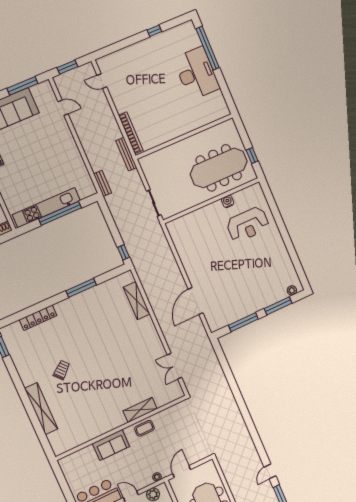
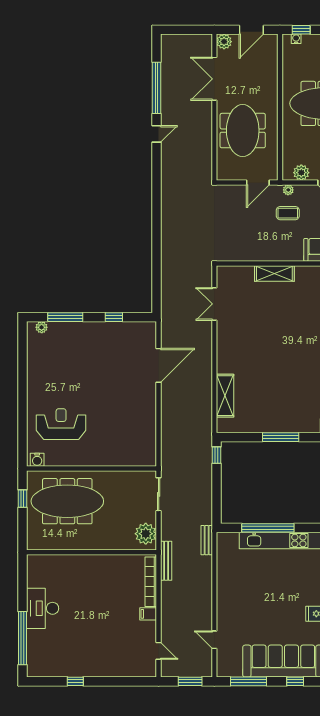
desk: (197, 73) -> (43, 608), width x0.73, depth x0.77
filing cabinet: (122, 107) -> (148, 614), added
plant: (150, 168) -> (146, 534), added
water cooler: (228, 201) -> (37, 460), moved
window: (243, 322) -> (114, 317), width x0.46
double door: (174, 366) -> (214, 304), swing flipped
coffee table: (144, 428) -> (288, 213), moved

